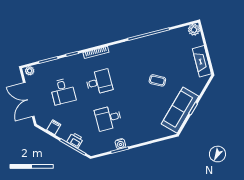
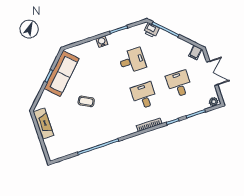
plant: (194, 30) -> (54, 154), removed
desk: (99, 82) -> (144, 96), turned 90
double door: (29, 99) -> (212, 73), width x0.73
filing cabinet: (54, 127) -> (195, 52), moved
printer: (75, 140) -> (151, 30), moved
water cooler: (120, 144) -> (102, 42), moved

